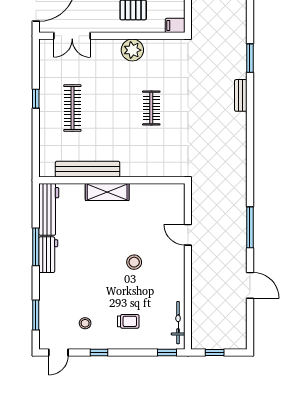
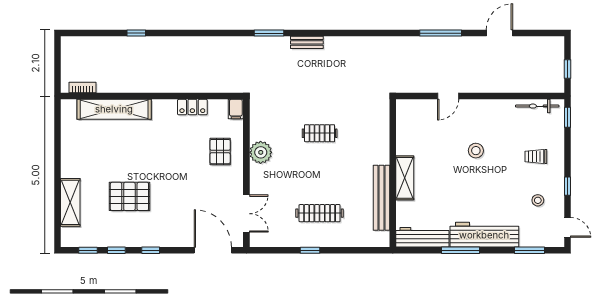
workbench: (48, 255) -> (484, 235), width x1.88, depth x1.32
trolley: (128, 321) -> (536, 156), turned -90

